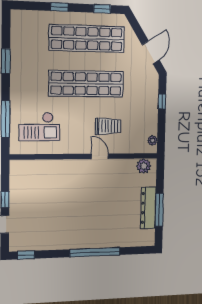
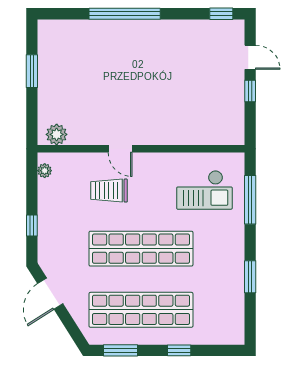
window: (102, 9) -> (121, 350), width x1.50
checkout: (39, 127) -> (204, 190), turned 180
dresser: (148, 208) -> (48, 75), removed
window: (159, 210) -> (32, 71), width x0.69

